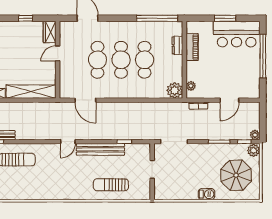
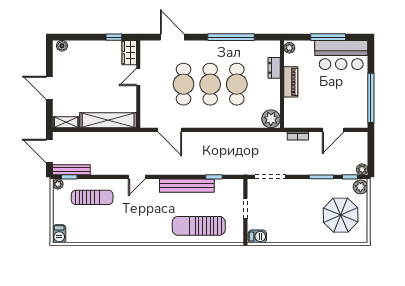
window: (26, 18) -> (114, 37), moved
window: (157, 18) -> (231, 37), moved
window: (225, 18) -> (328, 37), width x1.44
piano: (192, 47) -> (291, 82), moved
window: (263, 56) -> (371, 98), moved
plant: (191, 86) -> (289, 48), moved
door: (68, 142) -> (137, 177), moved
sun lounger: (111, 185) -> (199, 226), width x1.36, depth x1.34
barbecue: (207, 194) -> (257, 236), moved

